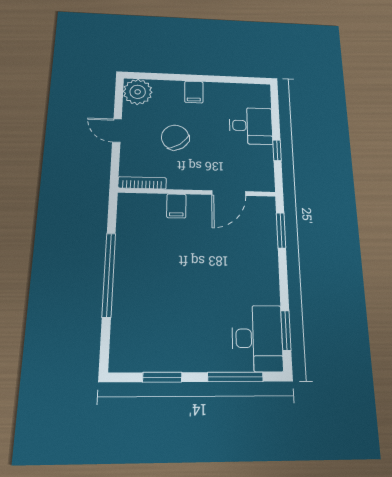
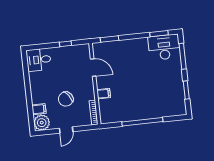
filing cabinet: (194, 92) -> (39, 109), moved
desk: (251, 126) -> (39, 60), moved, turned -90

